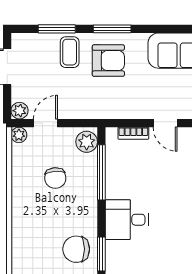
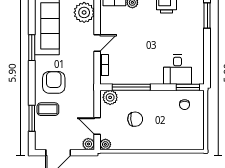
window: (112, 29) -> (32, 48), moved
desk: (127, 220) -> (177, 70), moved
chair: (76, 249) -> (185, 105), width x0.54, depth x0.54

